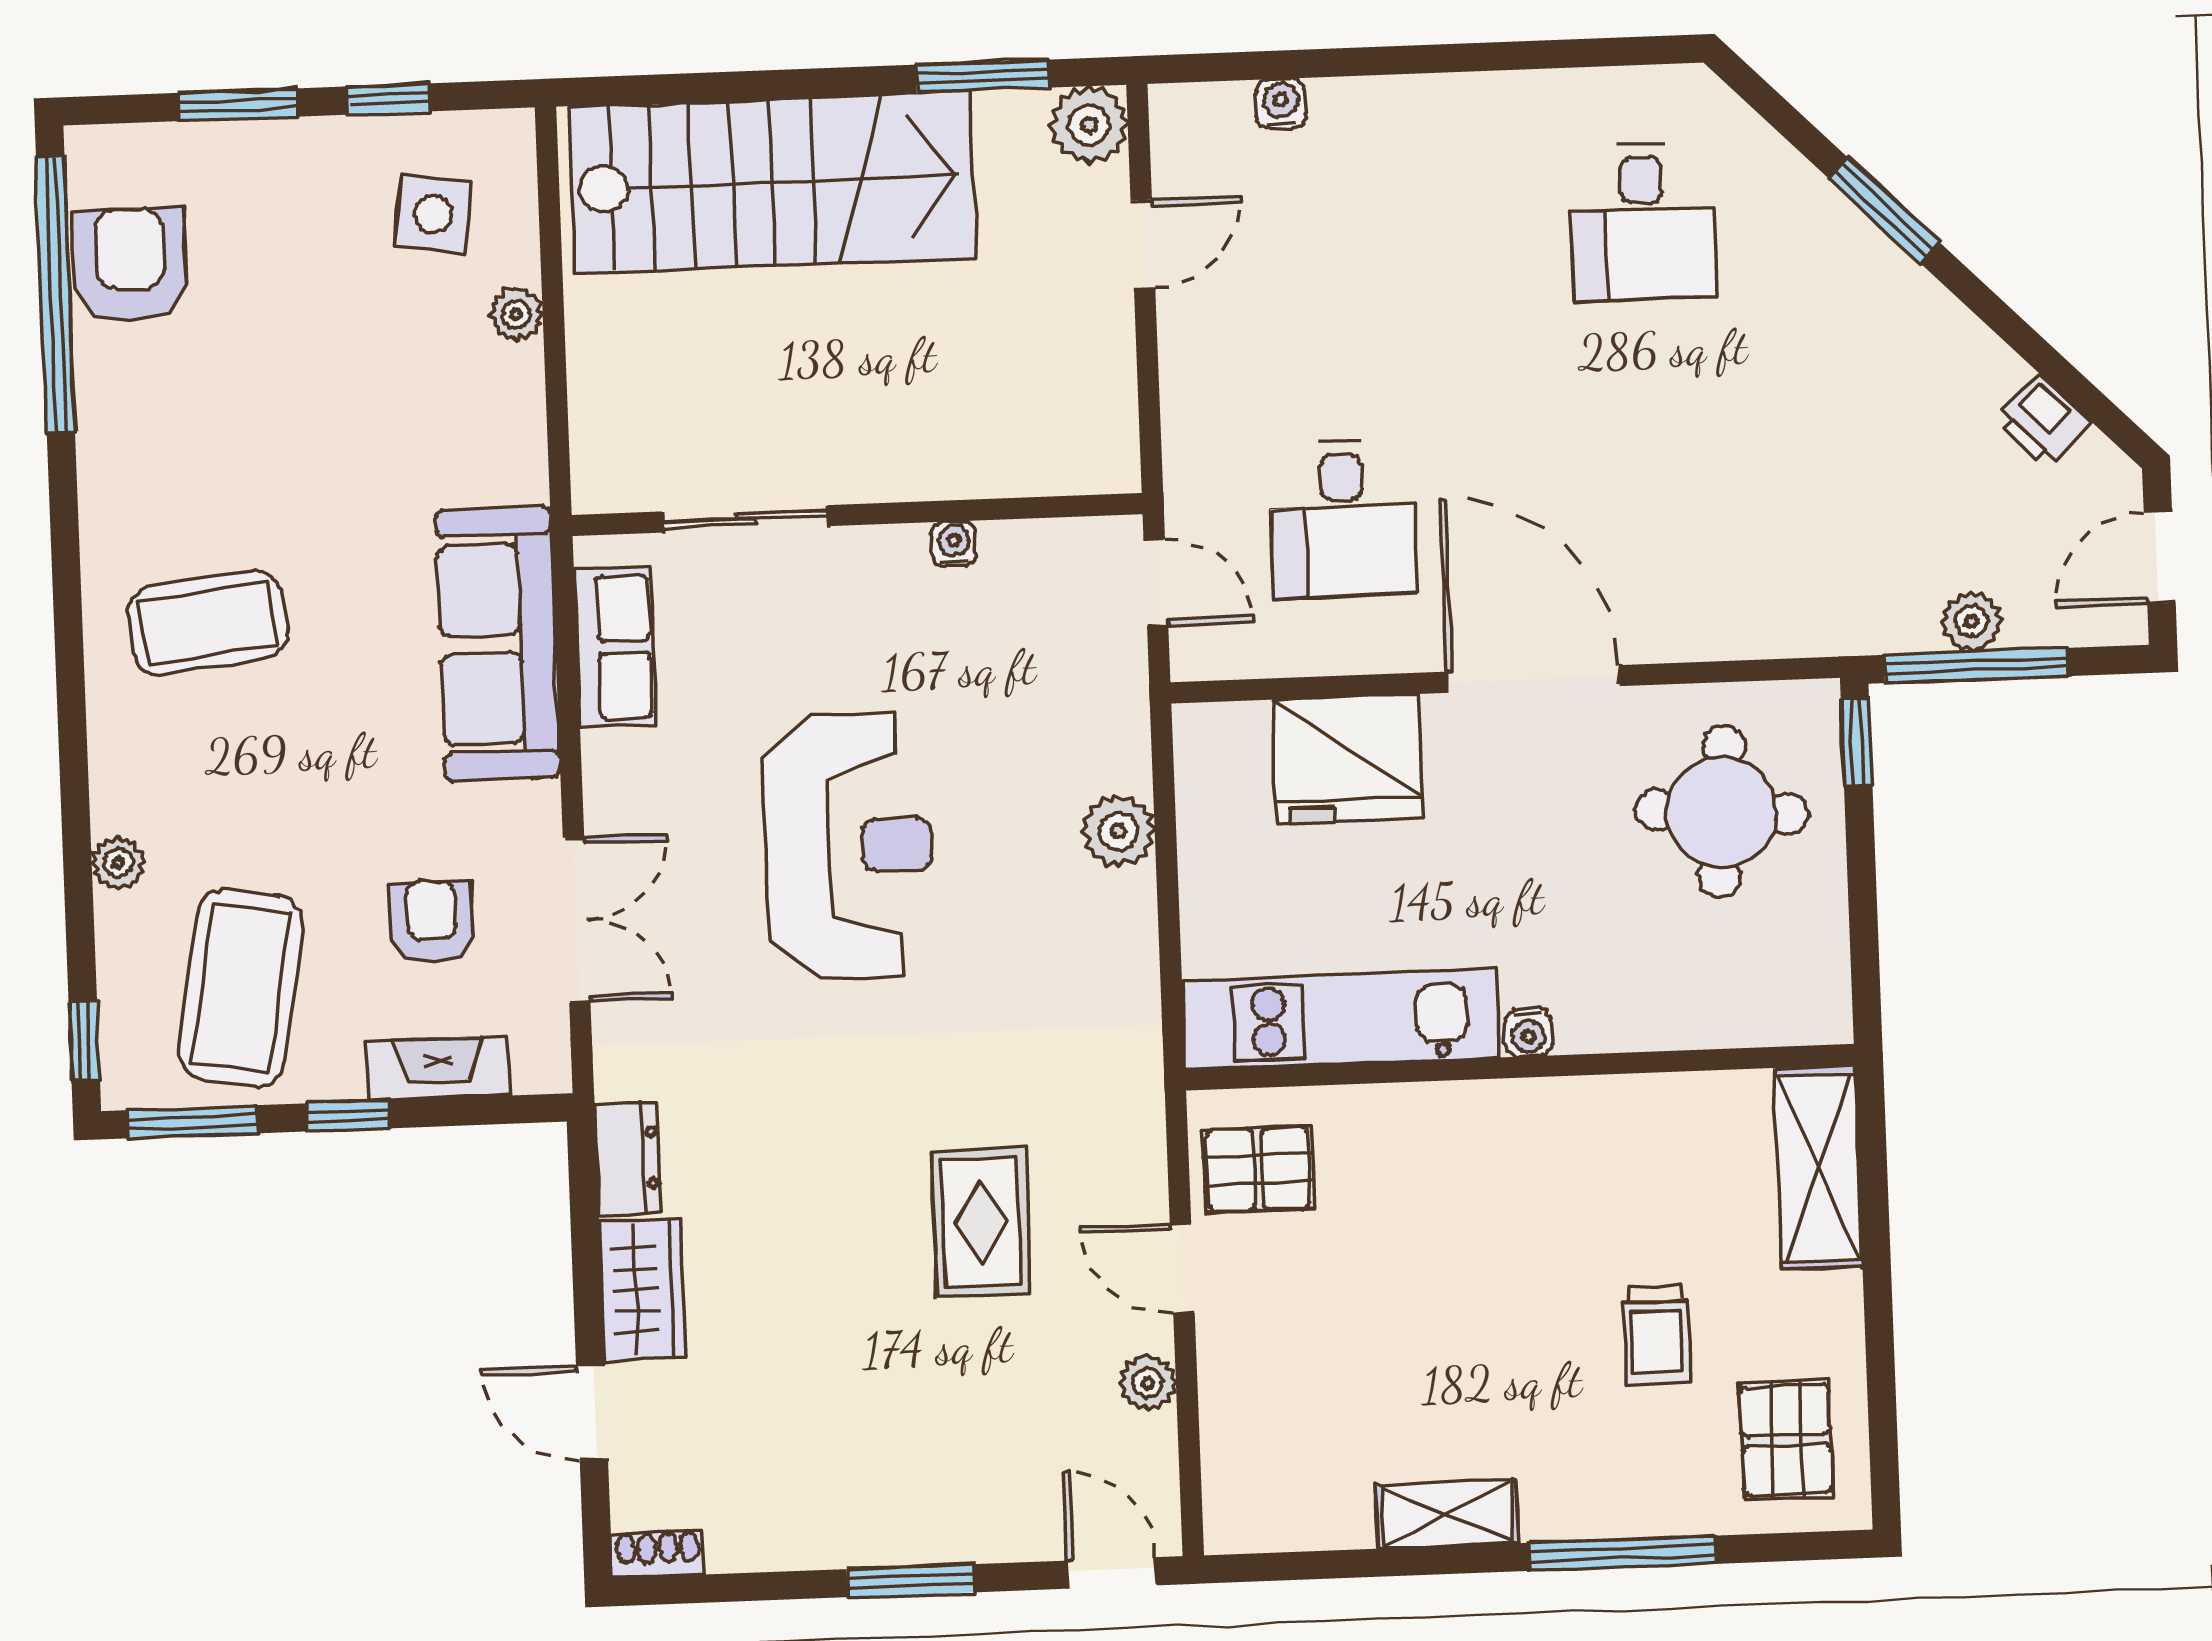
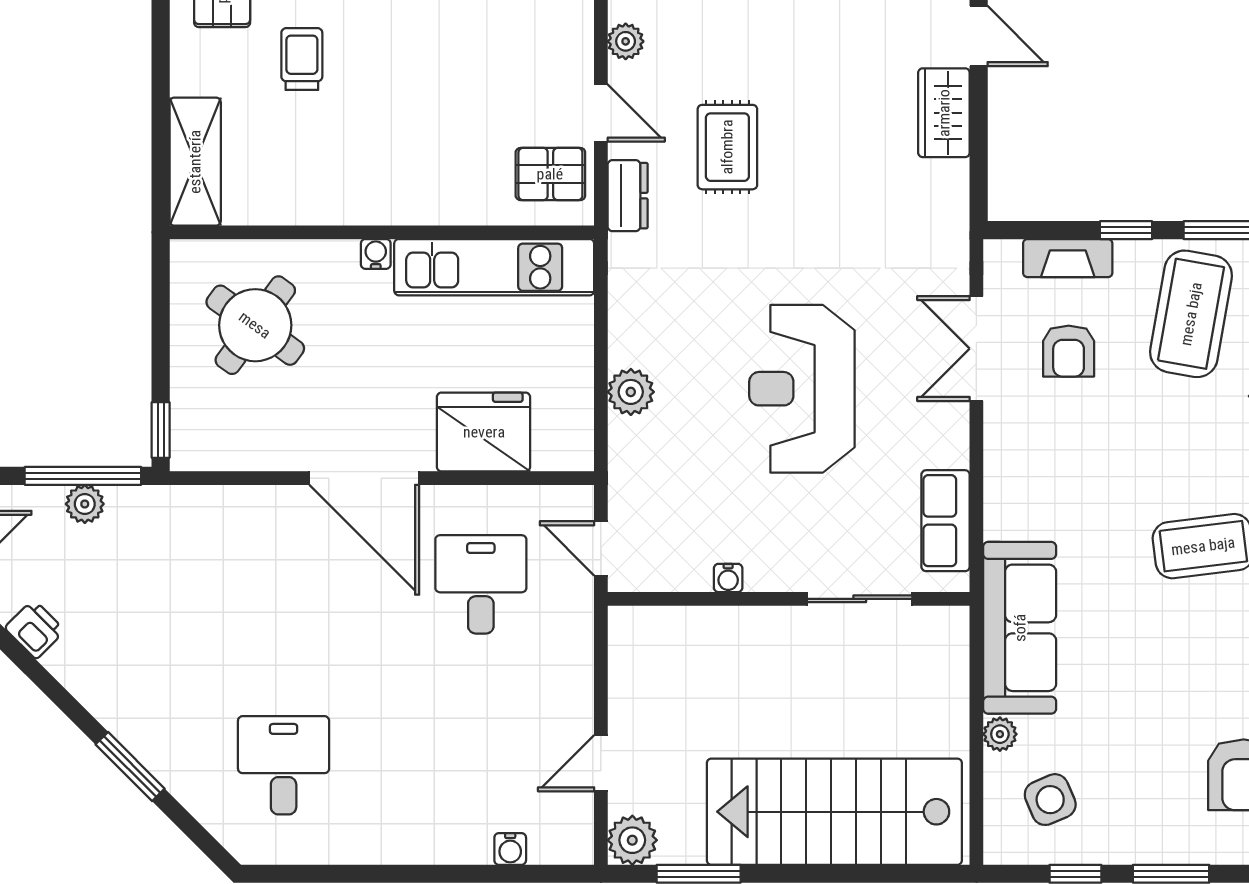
side table: (433, 214) -> (1050, 800), turned -31
sofa: (498, 644) -> (1020, 628), moved
round table: (1722, 812) -> (255, 325), moved, turned 32
dresser: (628, 1158) -> (628, 196), moved, turned 180

